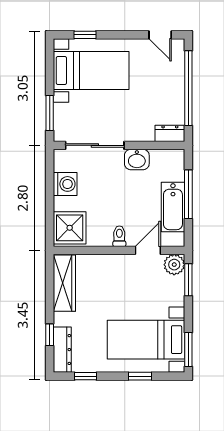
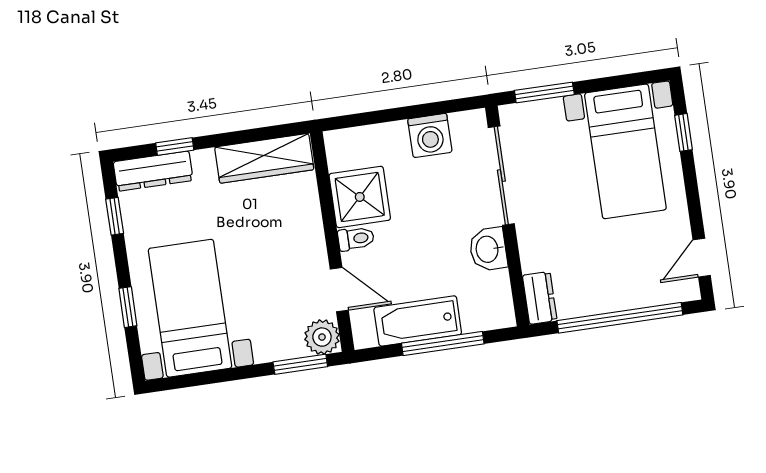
shower: (70, 228) -> (360, 197), moved
window: (188, 349) -> (184, 381), removed

